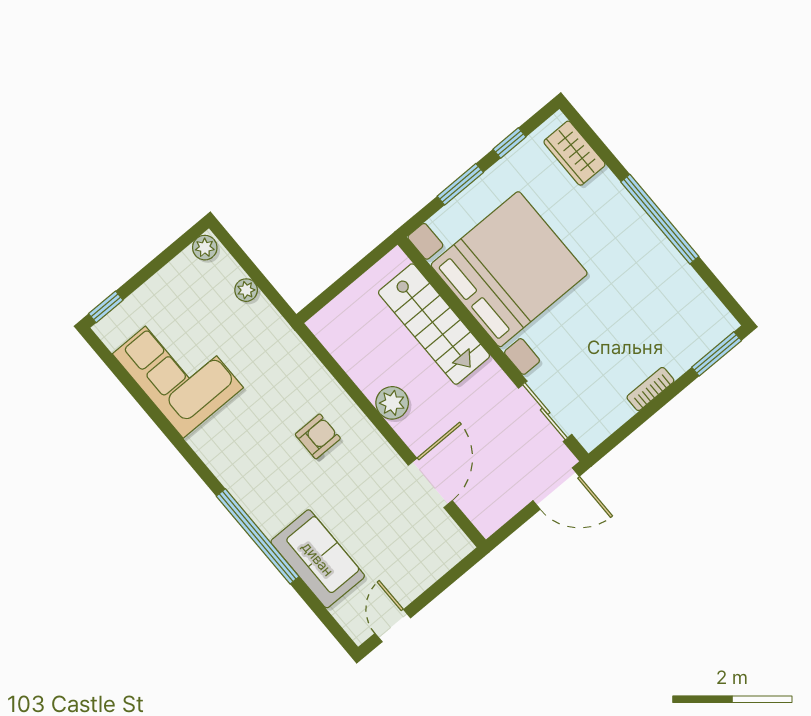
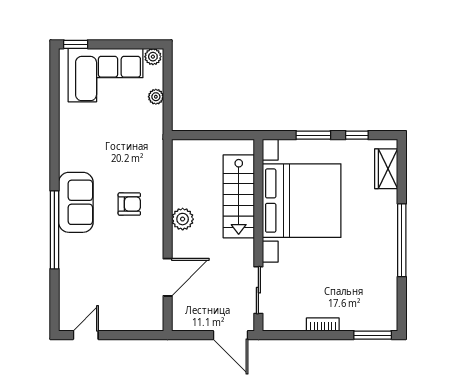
corner sofa: (178, 371) -> (106, 75), moved, turned 90
sofa: (318, 559) -> (76, 202), moved

